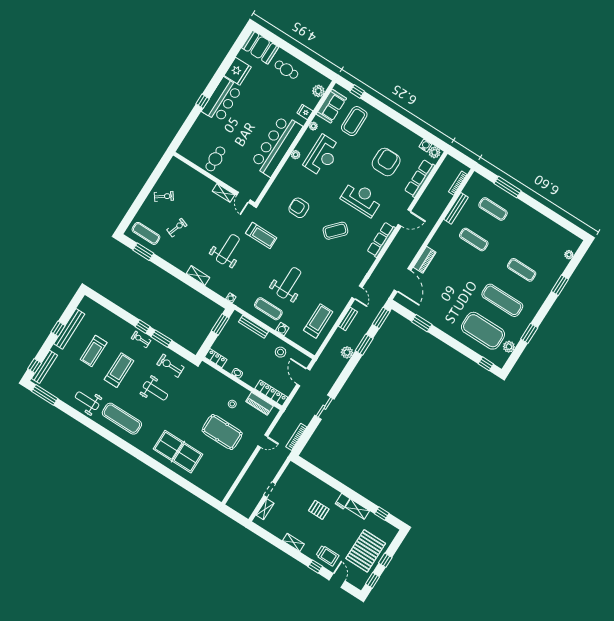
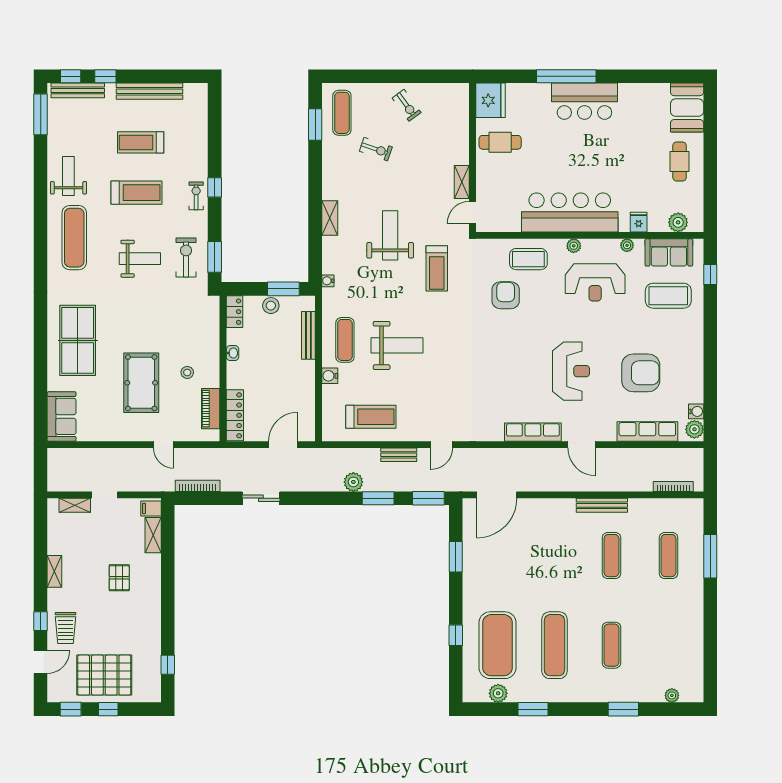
fridge: (238, 71) -> (491, 100), moved, turned -90
window: (203, 101) -> (566, 76), width x3.17
bench: (456, 208) -> (602, 505), moved
coffee table: (335, 231) -> (528, 259), moved, turned -43
weight bench: (228, 249) -> (390, 235), turned -90
piano: (425, 260) -> (543, 507), removed
window: (58, 329) -> (105, 76), moved
window: (161, 339) -> (215, 257), moved
stool: (280, 352) -> (271, 306), moved
window: (486, 364) -> (456, 635), moved
weight bench: (155, 391) -> (140, 259), turned -90
sofa: (213, 486) -> (62, 416), added
filing cabinet: (342, 501) -> (151, 509), moved
shelving: (357, 509) -> (153, 535), moved

